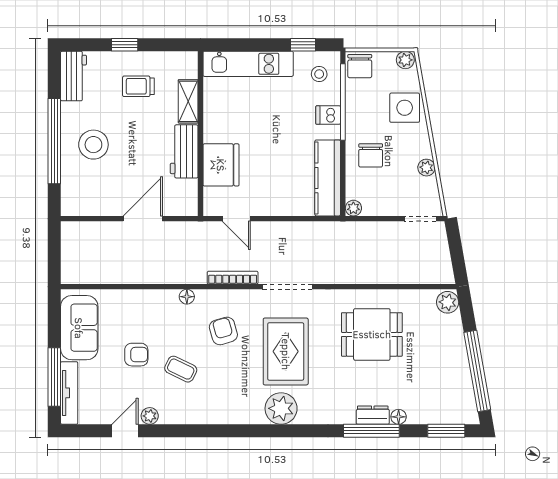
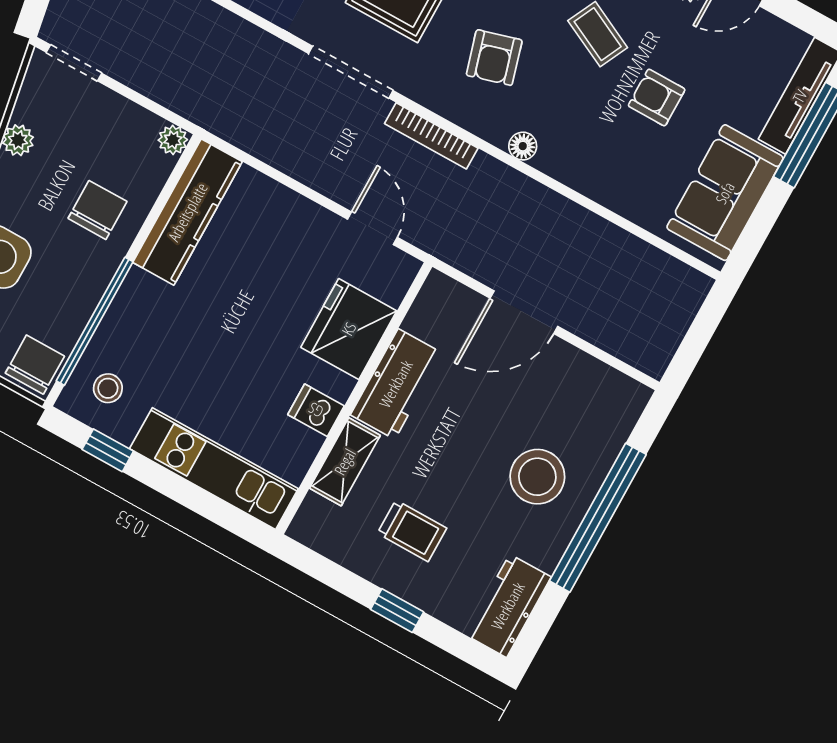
dishwasher: (328, 115) -> (316, 410), moved, turned 180

